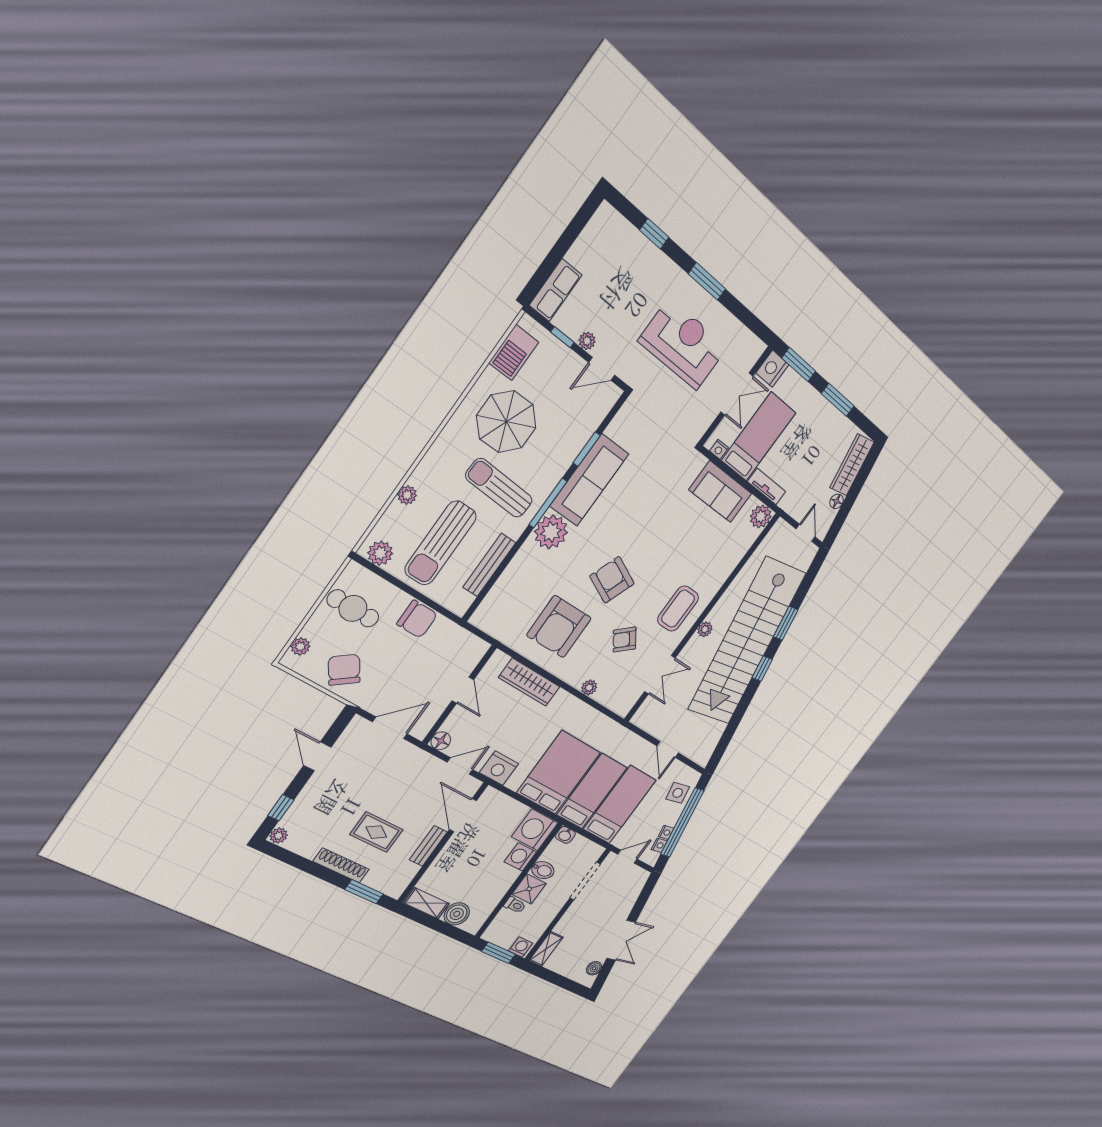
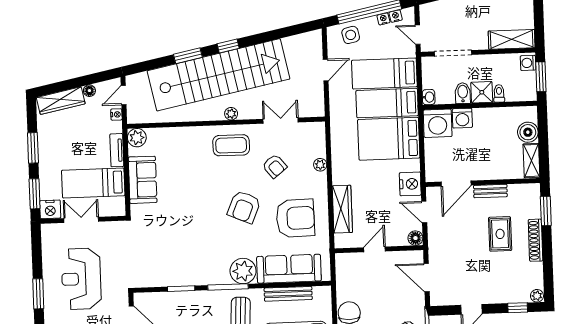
nightstand: (719, 449) -> (116, 114), moved
sofa: (589, 480) -> (289, 269), moved
shelving: (546, 949) -> (512, 39), width x1.50, depth x1.33

